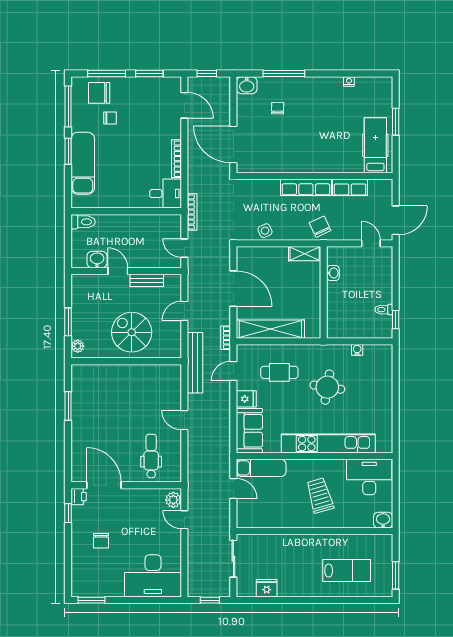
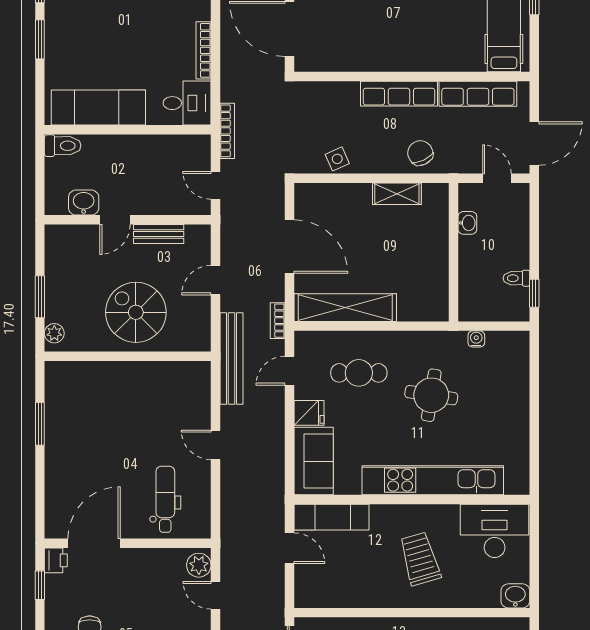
exam couch: (83, 163) -> (98, 108), moved, turned -90
row of seats: (350, 187) -> (478, 94), width x1.48
door: (118, 271) -> (115, 220), swing flipped
washbasin: (333, 273) -> (467, 223), moved
wall: (324, 292) -> (453, 252), moved
door: (104, 485) -> (94, 543), hinge flipped

